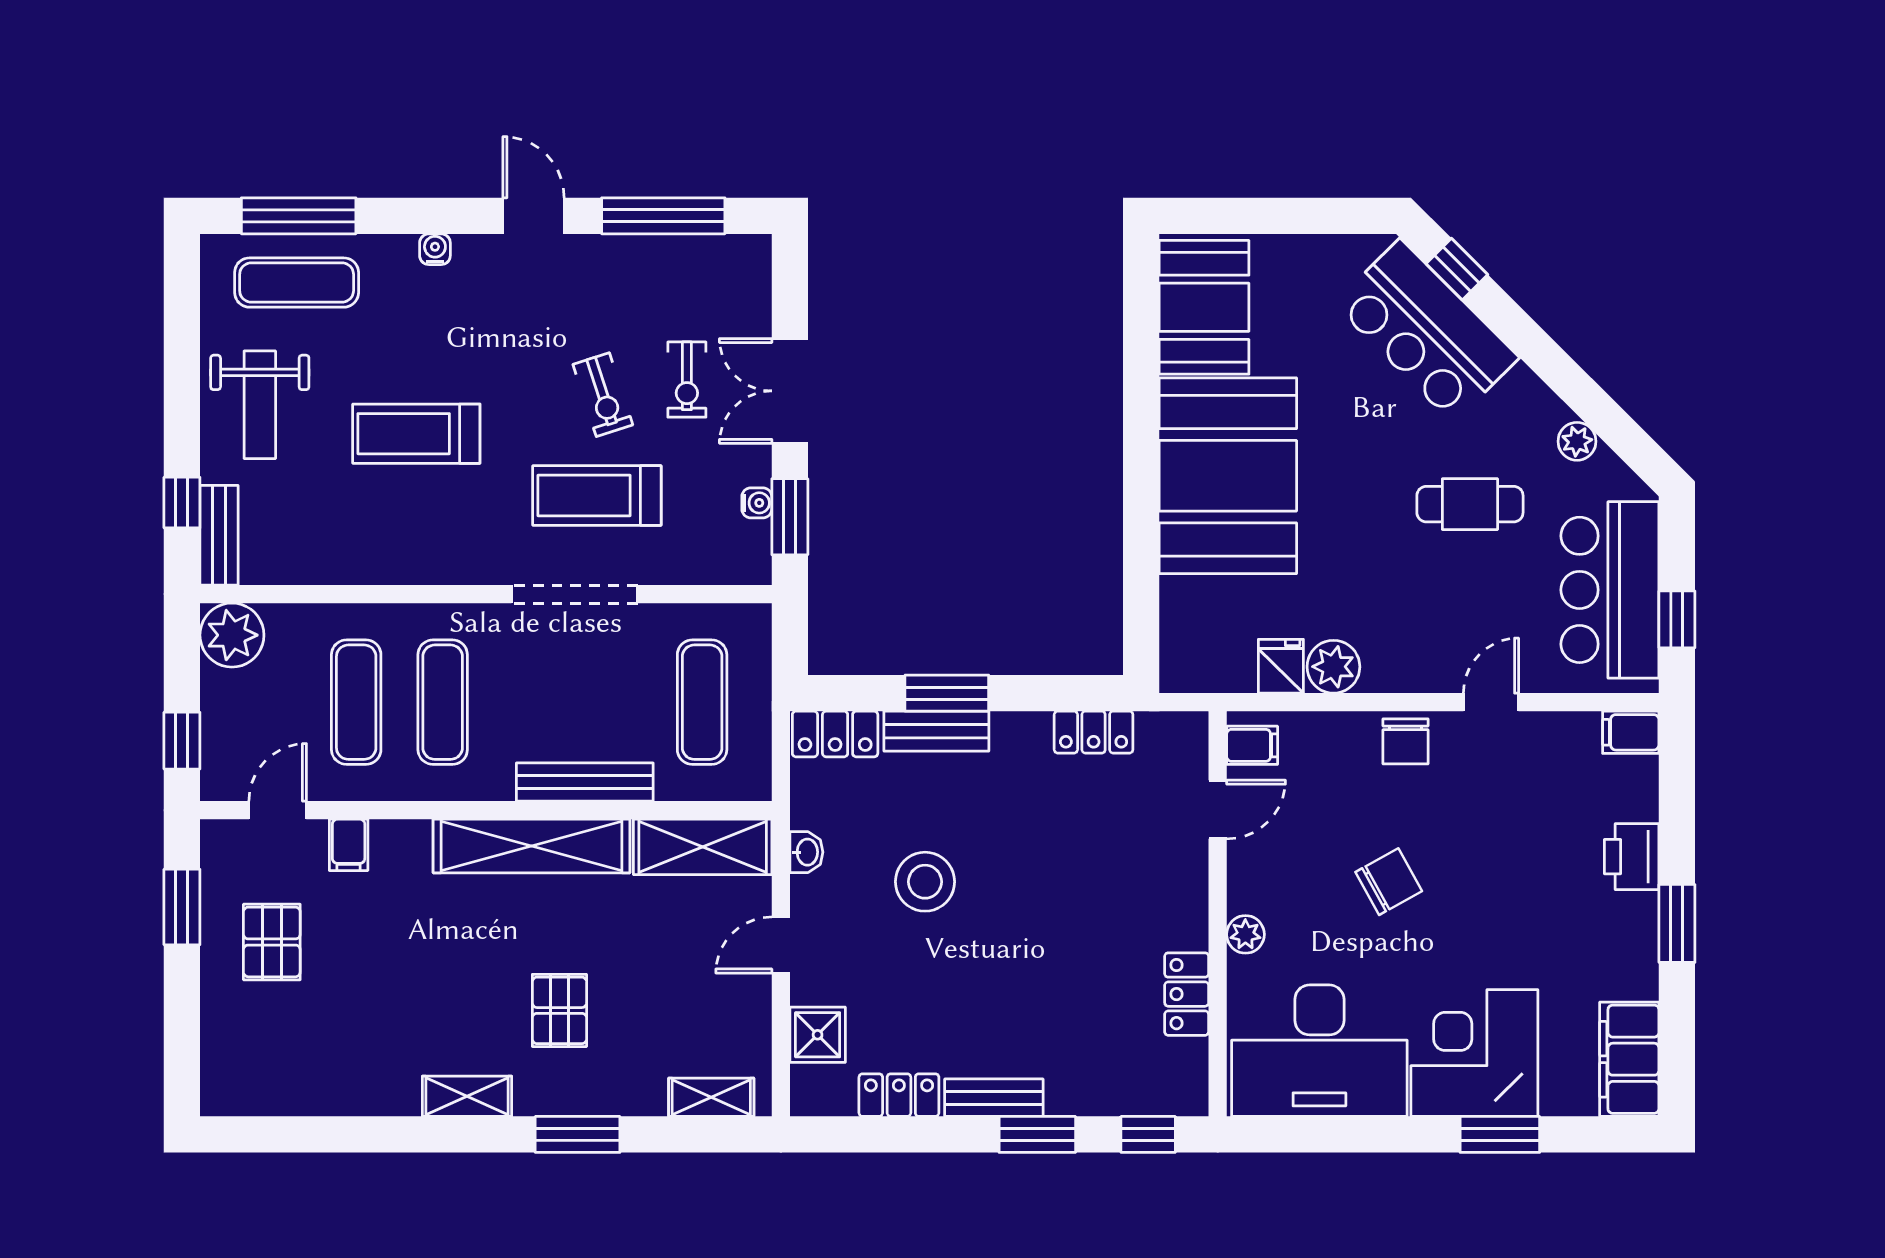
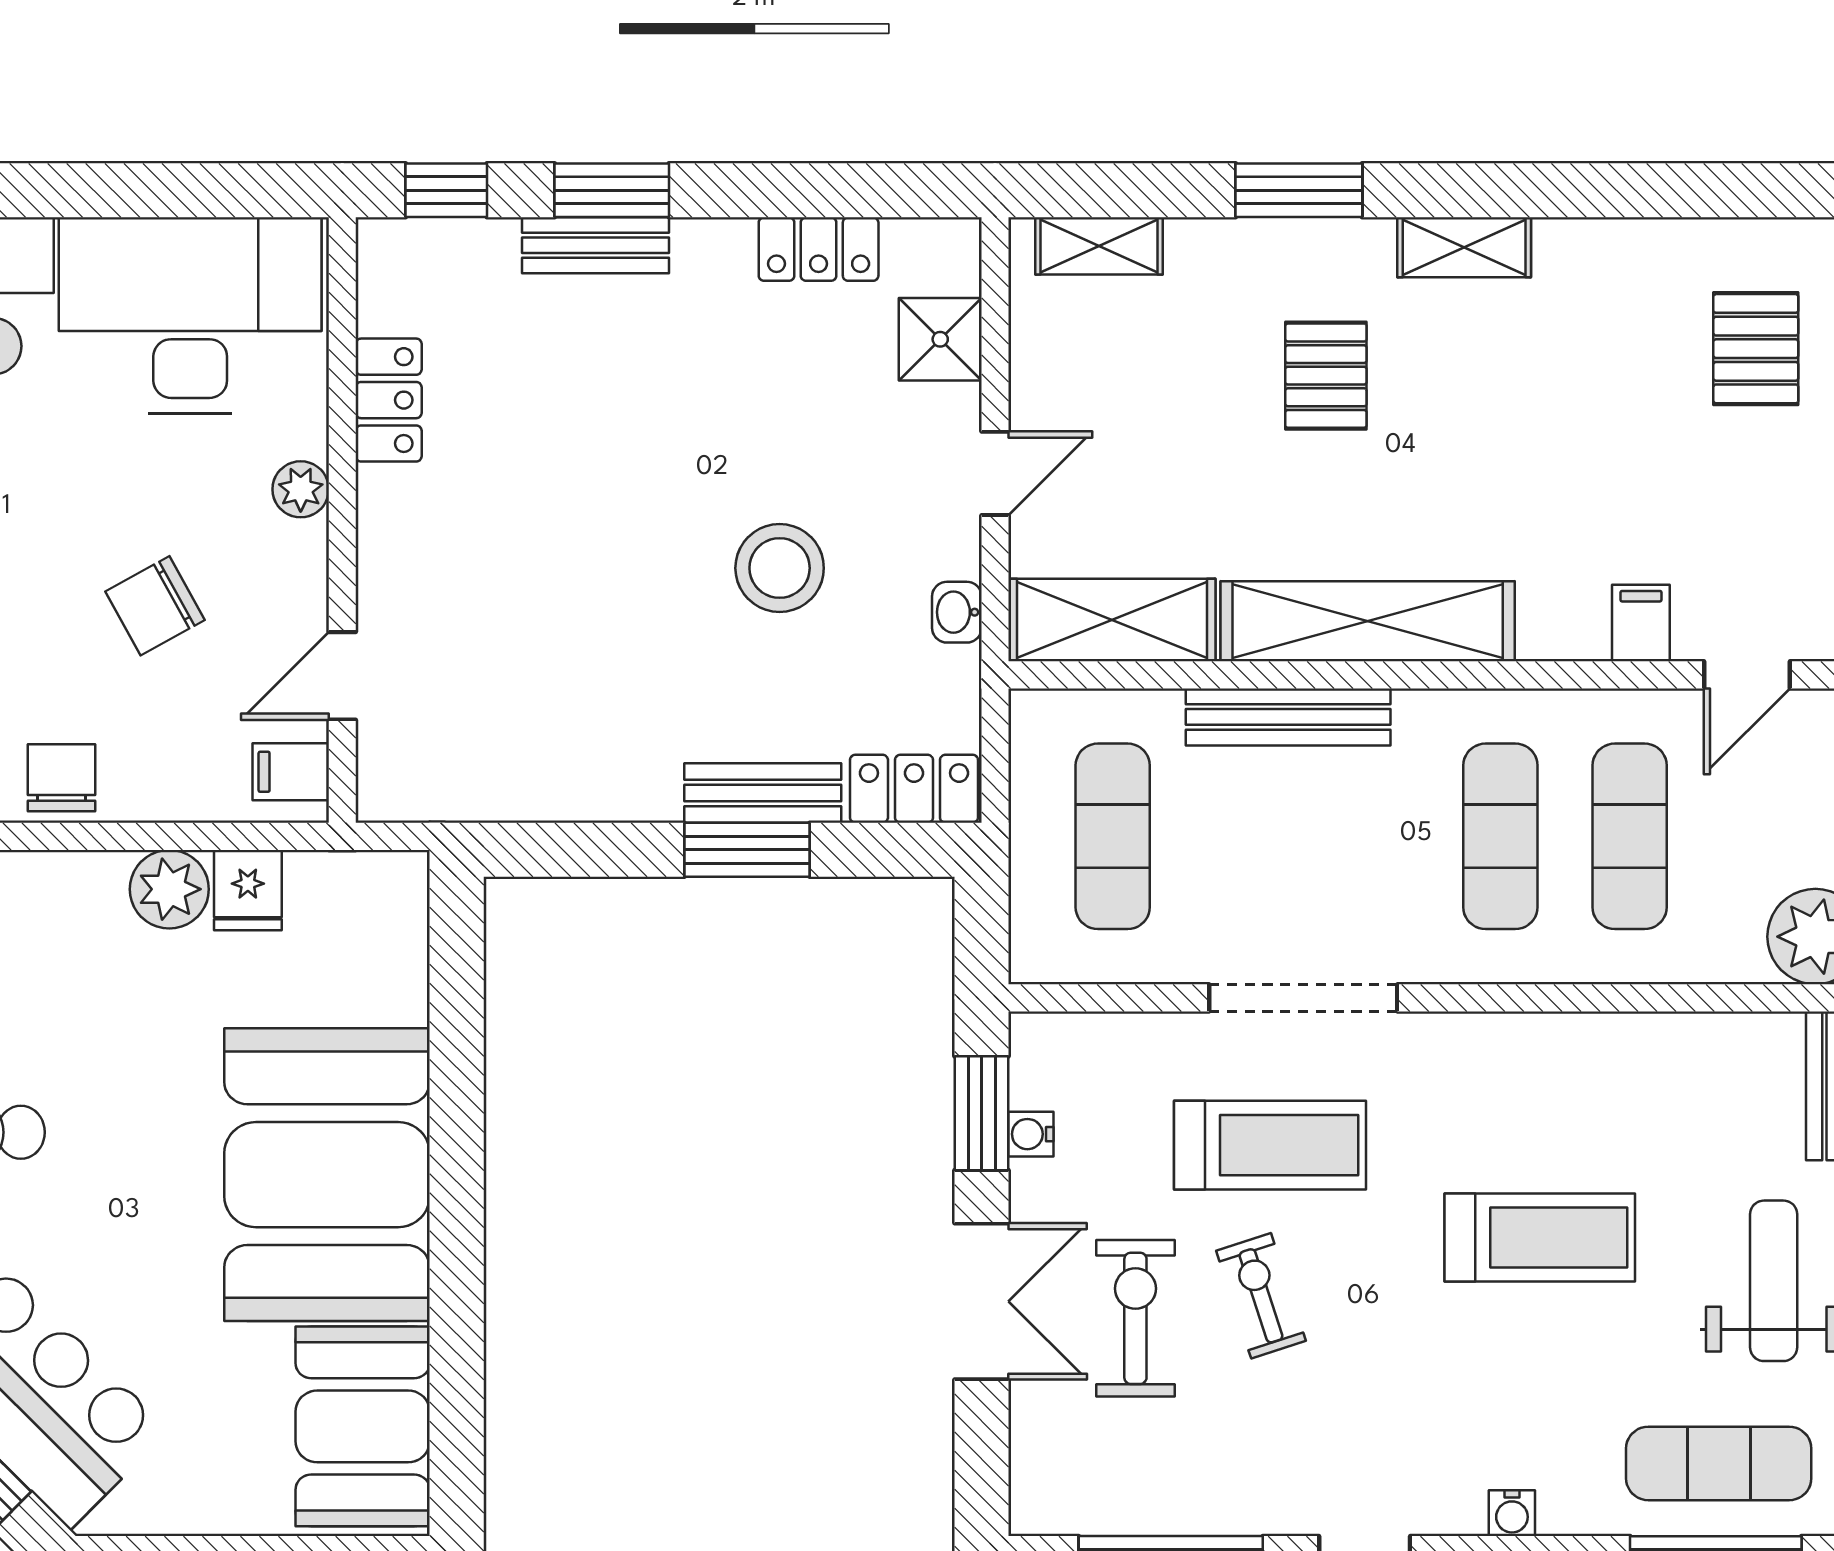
exercise bike: (687, 380) -> (1135, 1318), width x1.38, depth x1.39
locker: (1094, 732) -> (528, 792), removed
chair: (1389, 882) -> (155, 606), moved
pallet: (272, 942) -> (1756, 349), moved
bench: (994, 1098) -> (595, 245), moved

